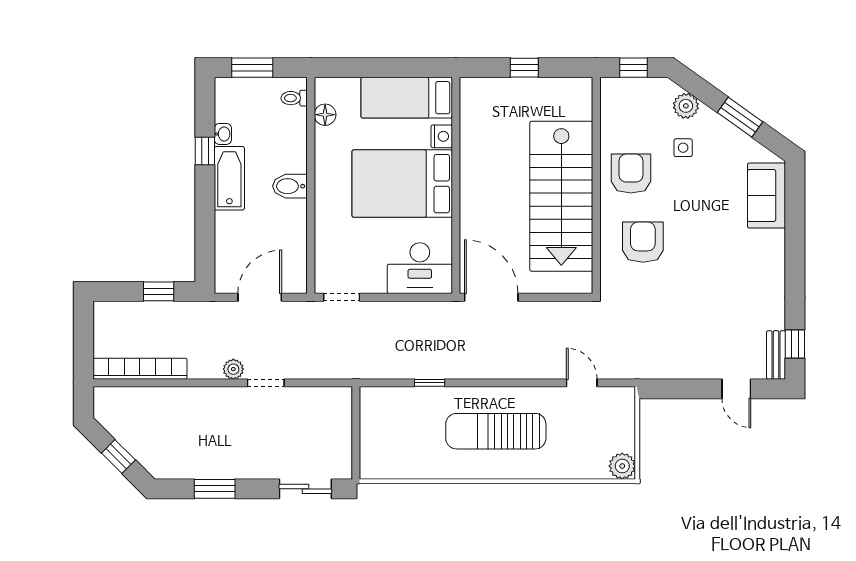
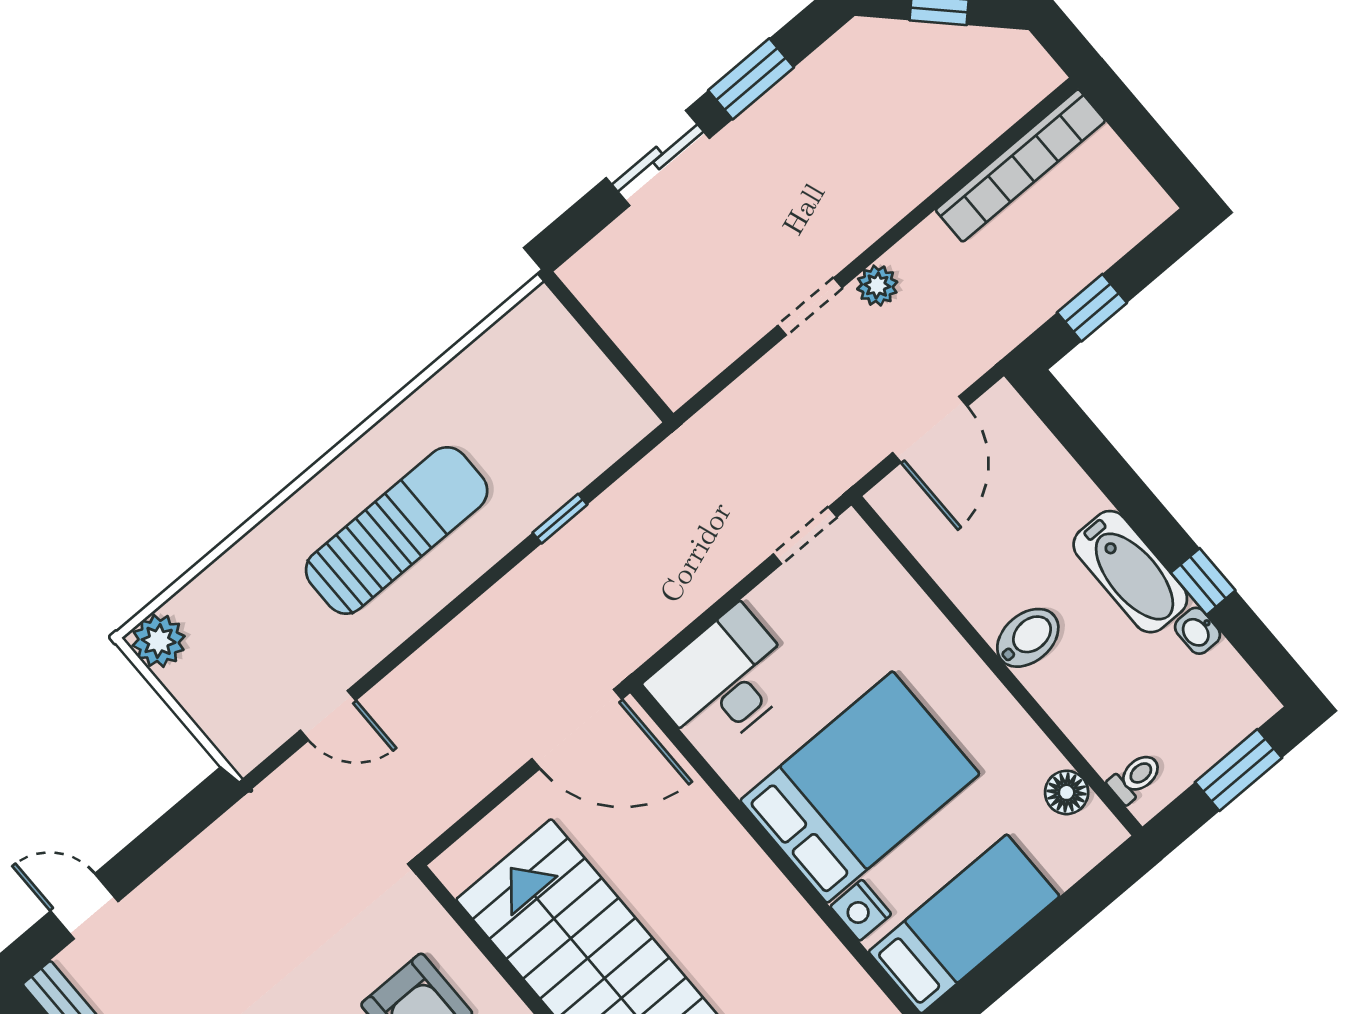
sliding door: (305, 489) -> (658, 158), moved

